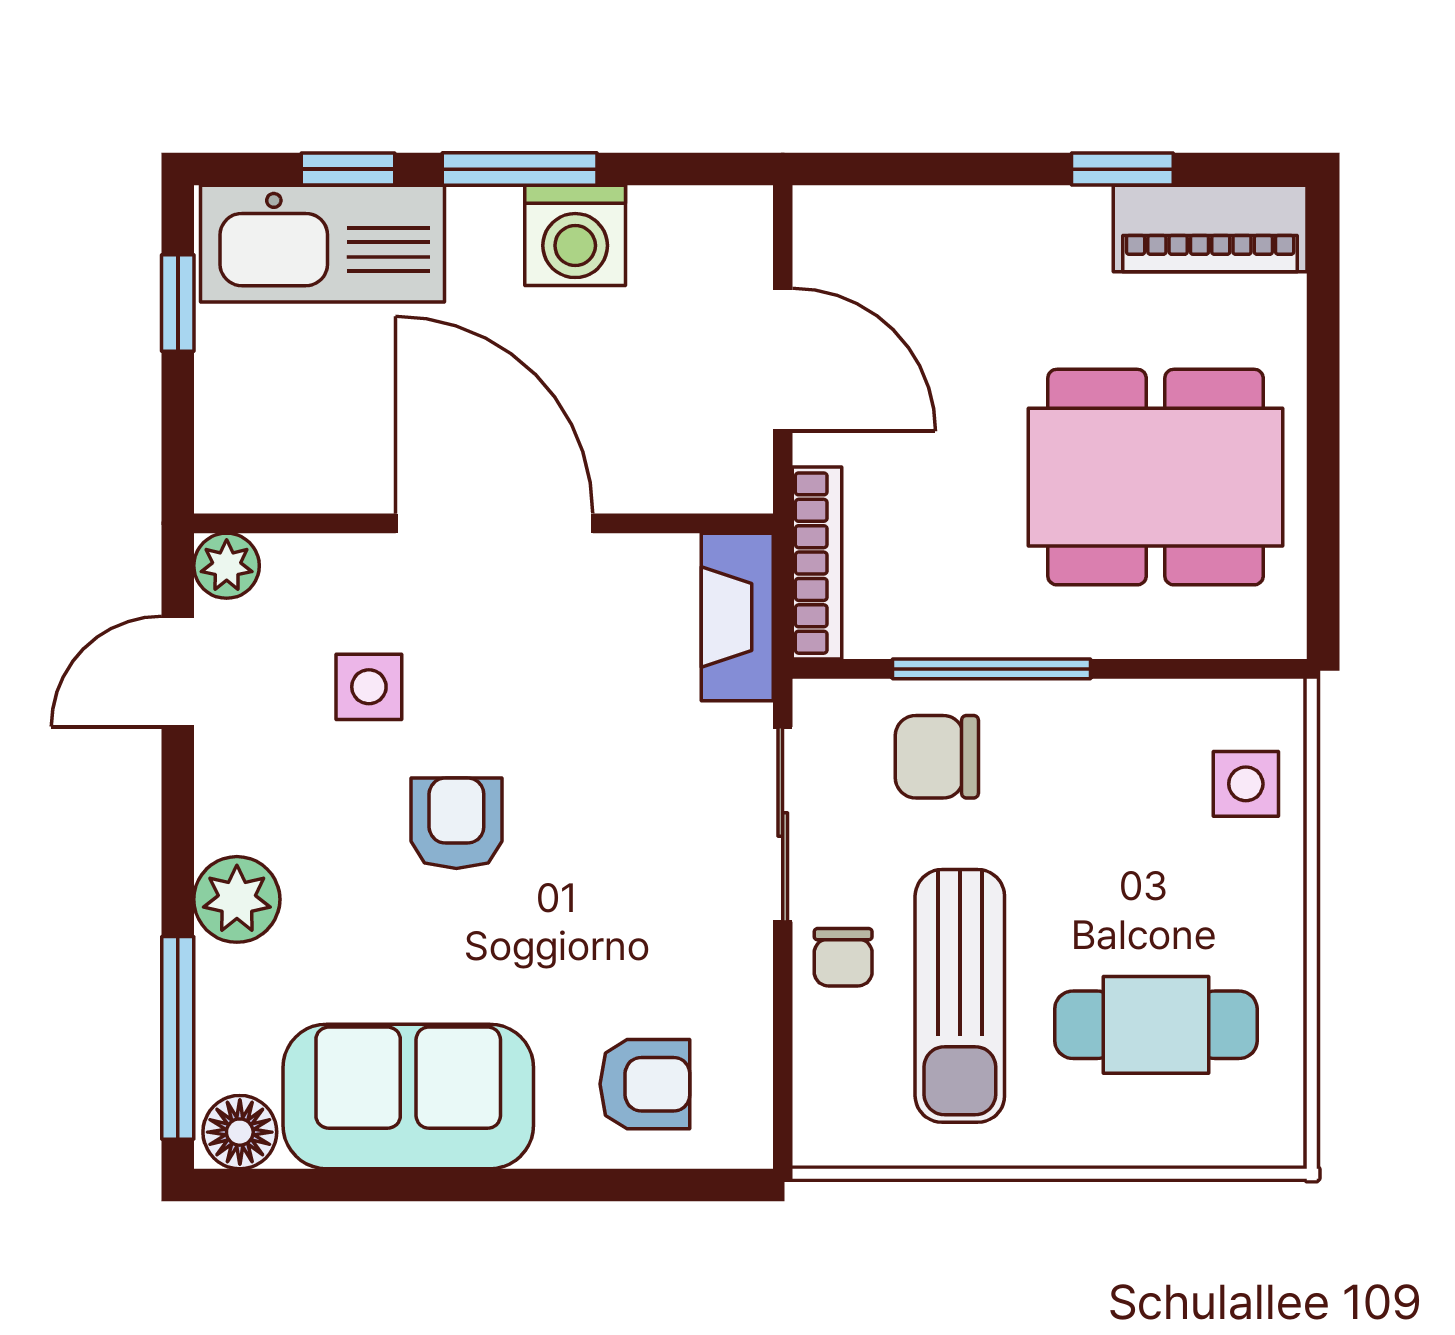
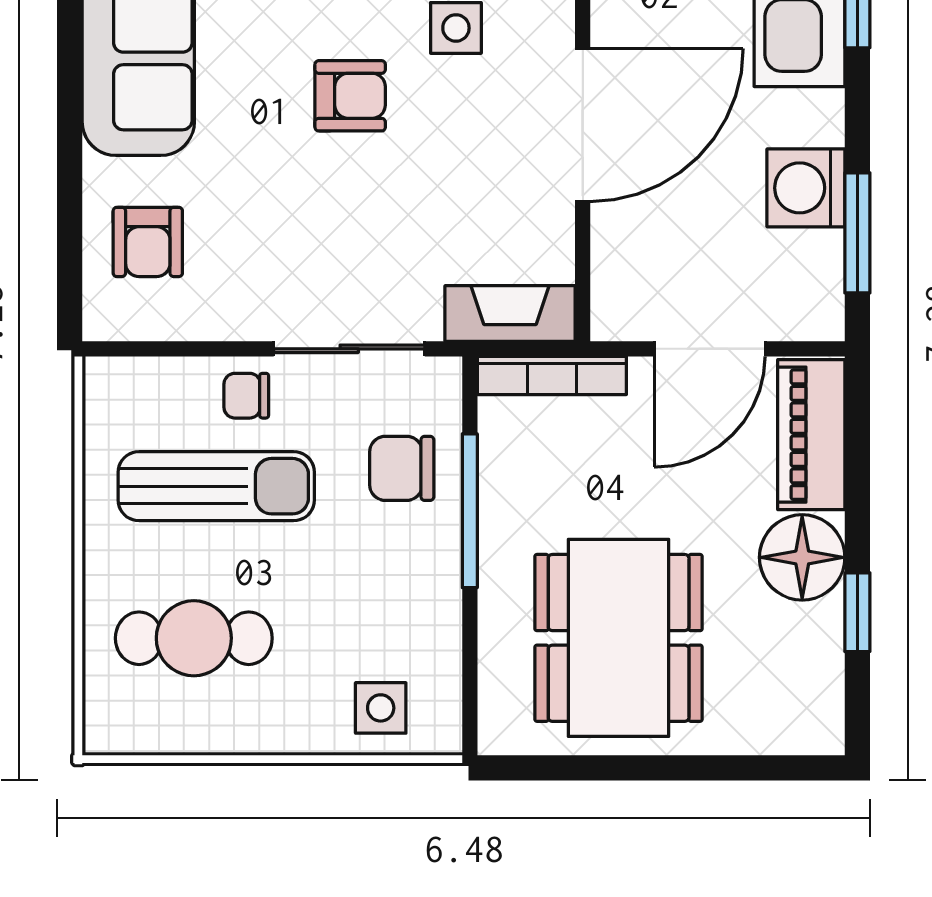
window: (520, 169) -> (857, 233), moved
piano: (1210, 229) -> (811, 435), moved
floor lamp: (1052, 240) -> (802, 557), added
chair: (937, 757) -> (402, 468), turned -90
sun lounger: (960, 996) -> (216, 486), turned 180
cafe table: (1156, 1025) -> (194, 638), turned 90

